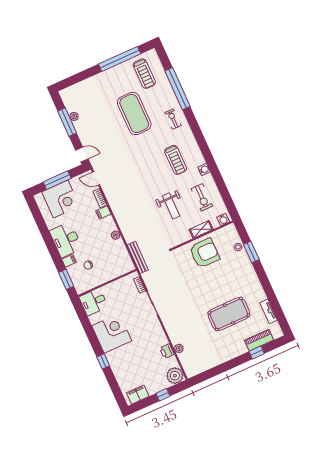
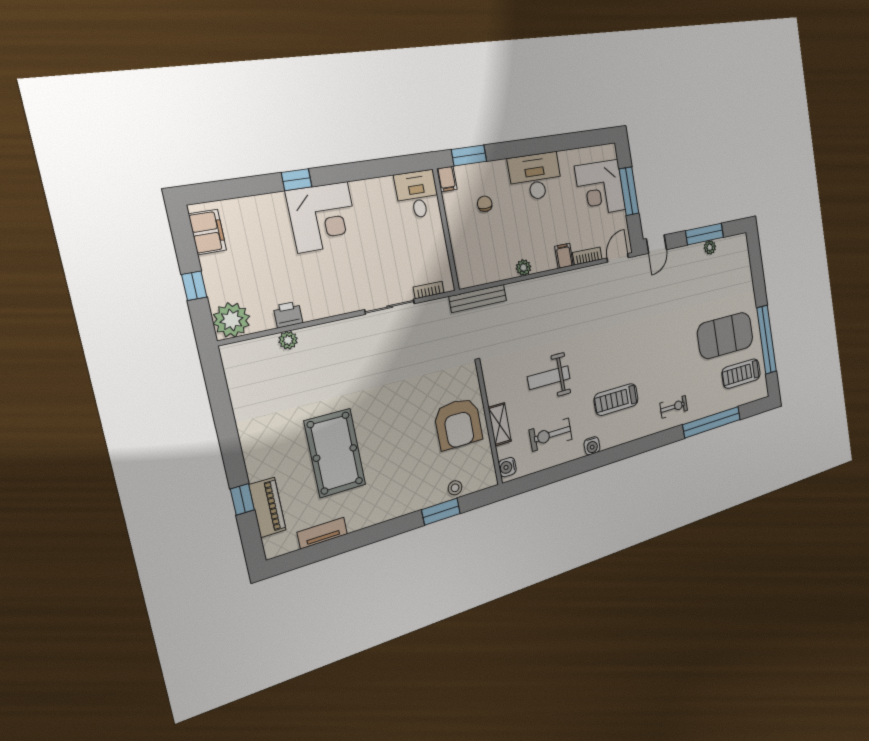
exercise mat: (134, 113) -> (725, 335), moved
filing cabinet: (69, 261) -> (447, 179), moved
corner desk: (112, 333) -> (323, 217), moved

